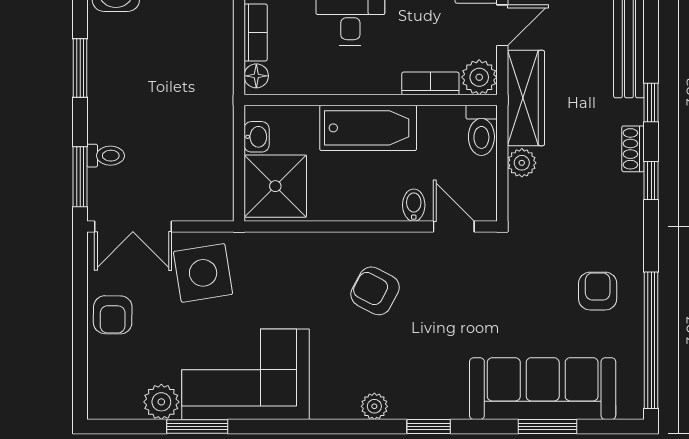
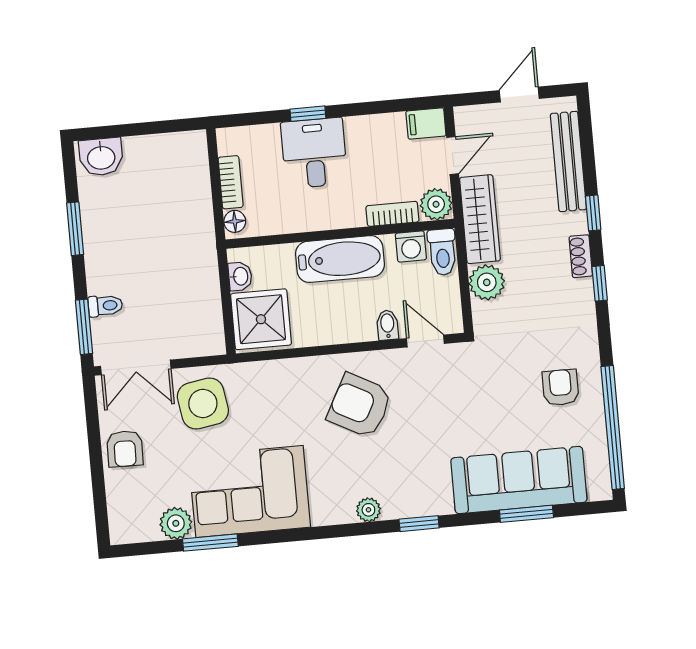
washing machine: (447, 121) -> (411, 246), added
plant: (522, 163) -> (487, 282), width x1.38, depth x1.38
armchair: (375, 291) -> (360, 406), width x1.38, depth x1.38

